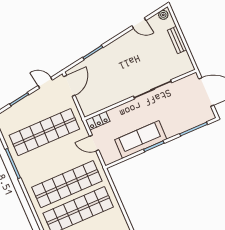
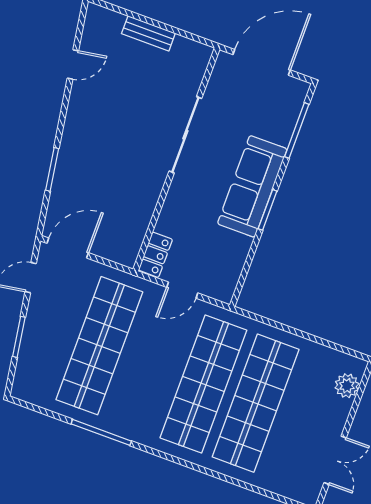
plant: (163, 15) -> (94, 19), removed
door: (69, 86) -> (68, 248), hinge flipped
sofa: (141, 140) -> (252, 186), moved

